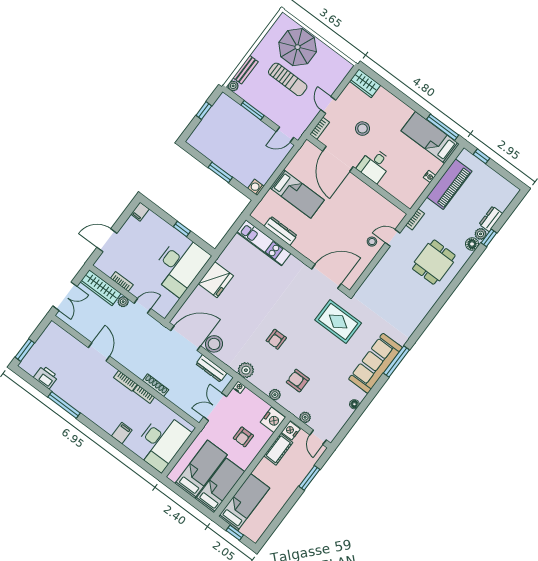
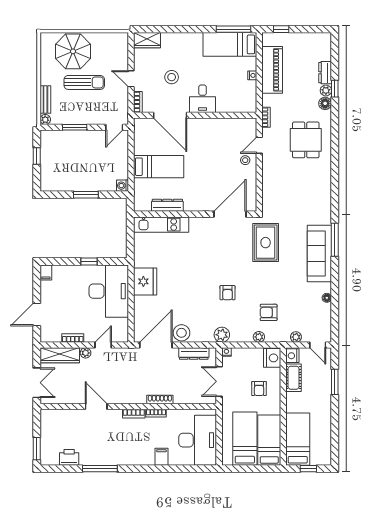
rug: (338, 322) -> (266, 243), turned 90

